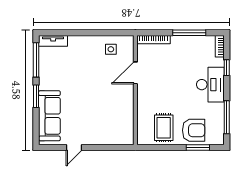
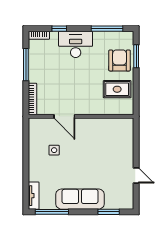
side table: (111, 49) -> (54, 150), moved
window: (36, 96) -> (109, 212), moved
sofa: (49, 116) -> (80, 199), moved

